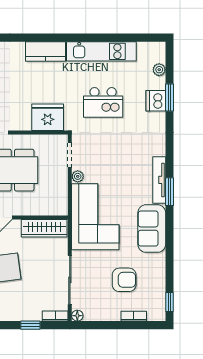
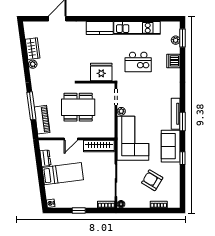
window: (170, 97) -> (182, 38), moved
armchair: (124, 280) -> (152, 180), turned -149
window: (170, 302) -> (182, 158), moved
window: (30, 325) -> (79, 211), moved

